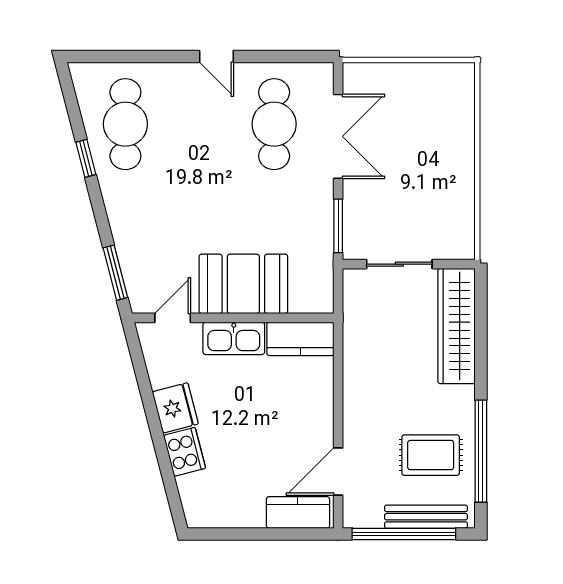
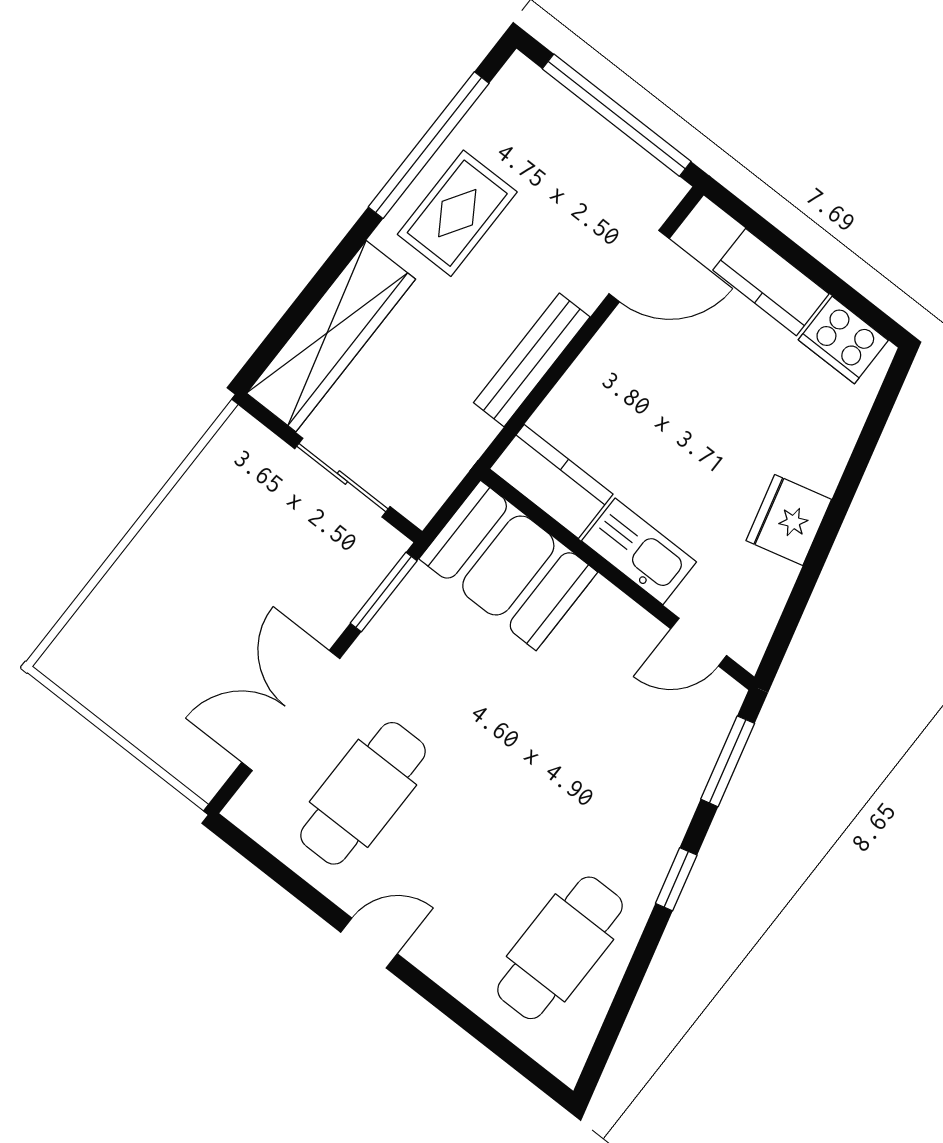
door: (216, 56) -> (369, 943), hinge flipped
window: (86, 158) -> (676, 879), moved
booth: (243, 284) -> (508, 565), moved
cooker: (185, 452) -> (843, 340), moved, turned -75
rug: (431, 455) -> (457, 213), moved, turned 90
kitchen counter: (298, 512) -> (771, 282), moved
bench: (426, 517) -> (532, 360), moved, turned 90

